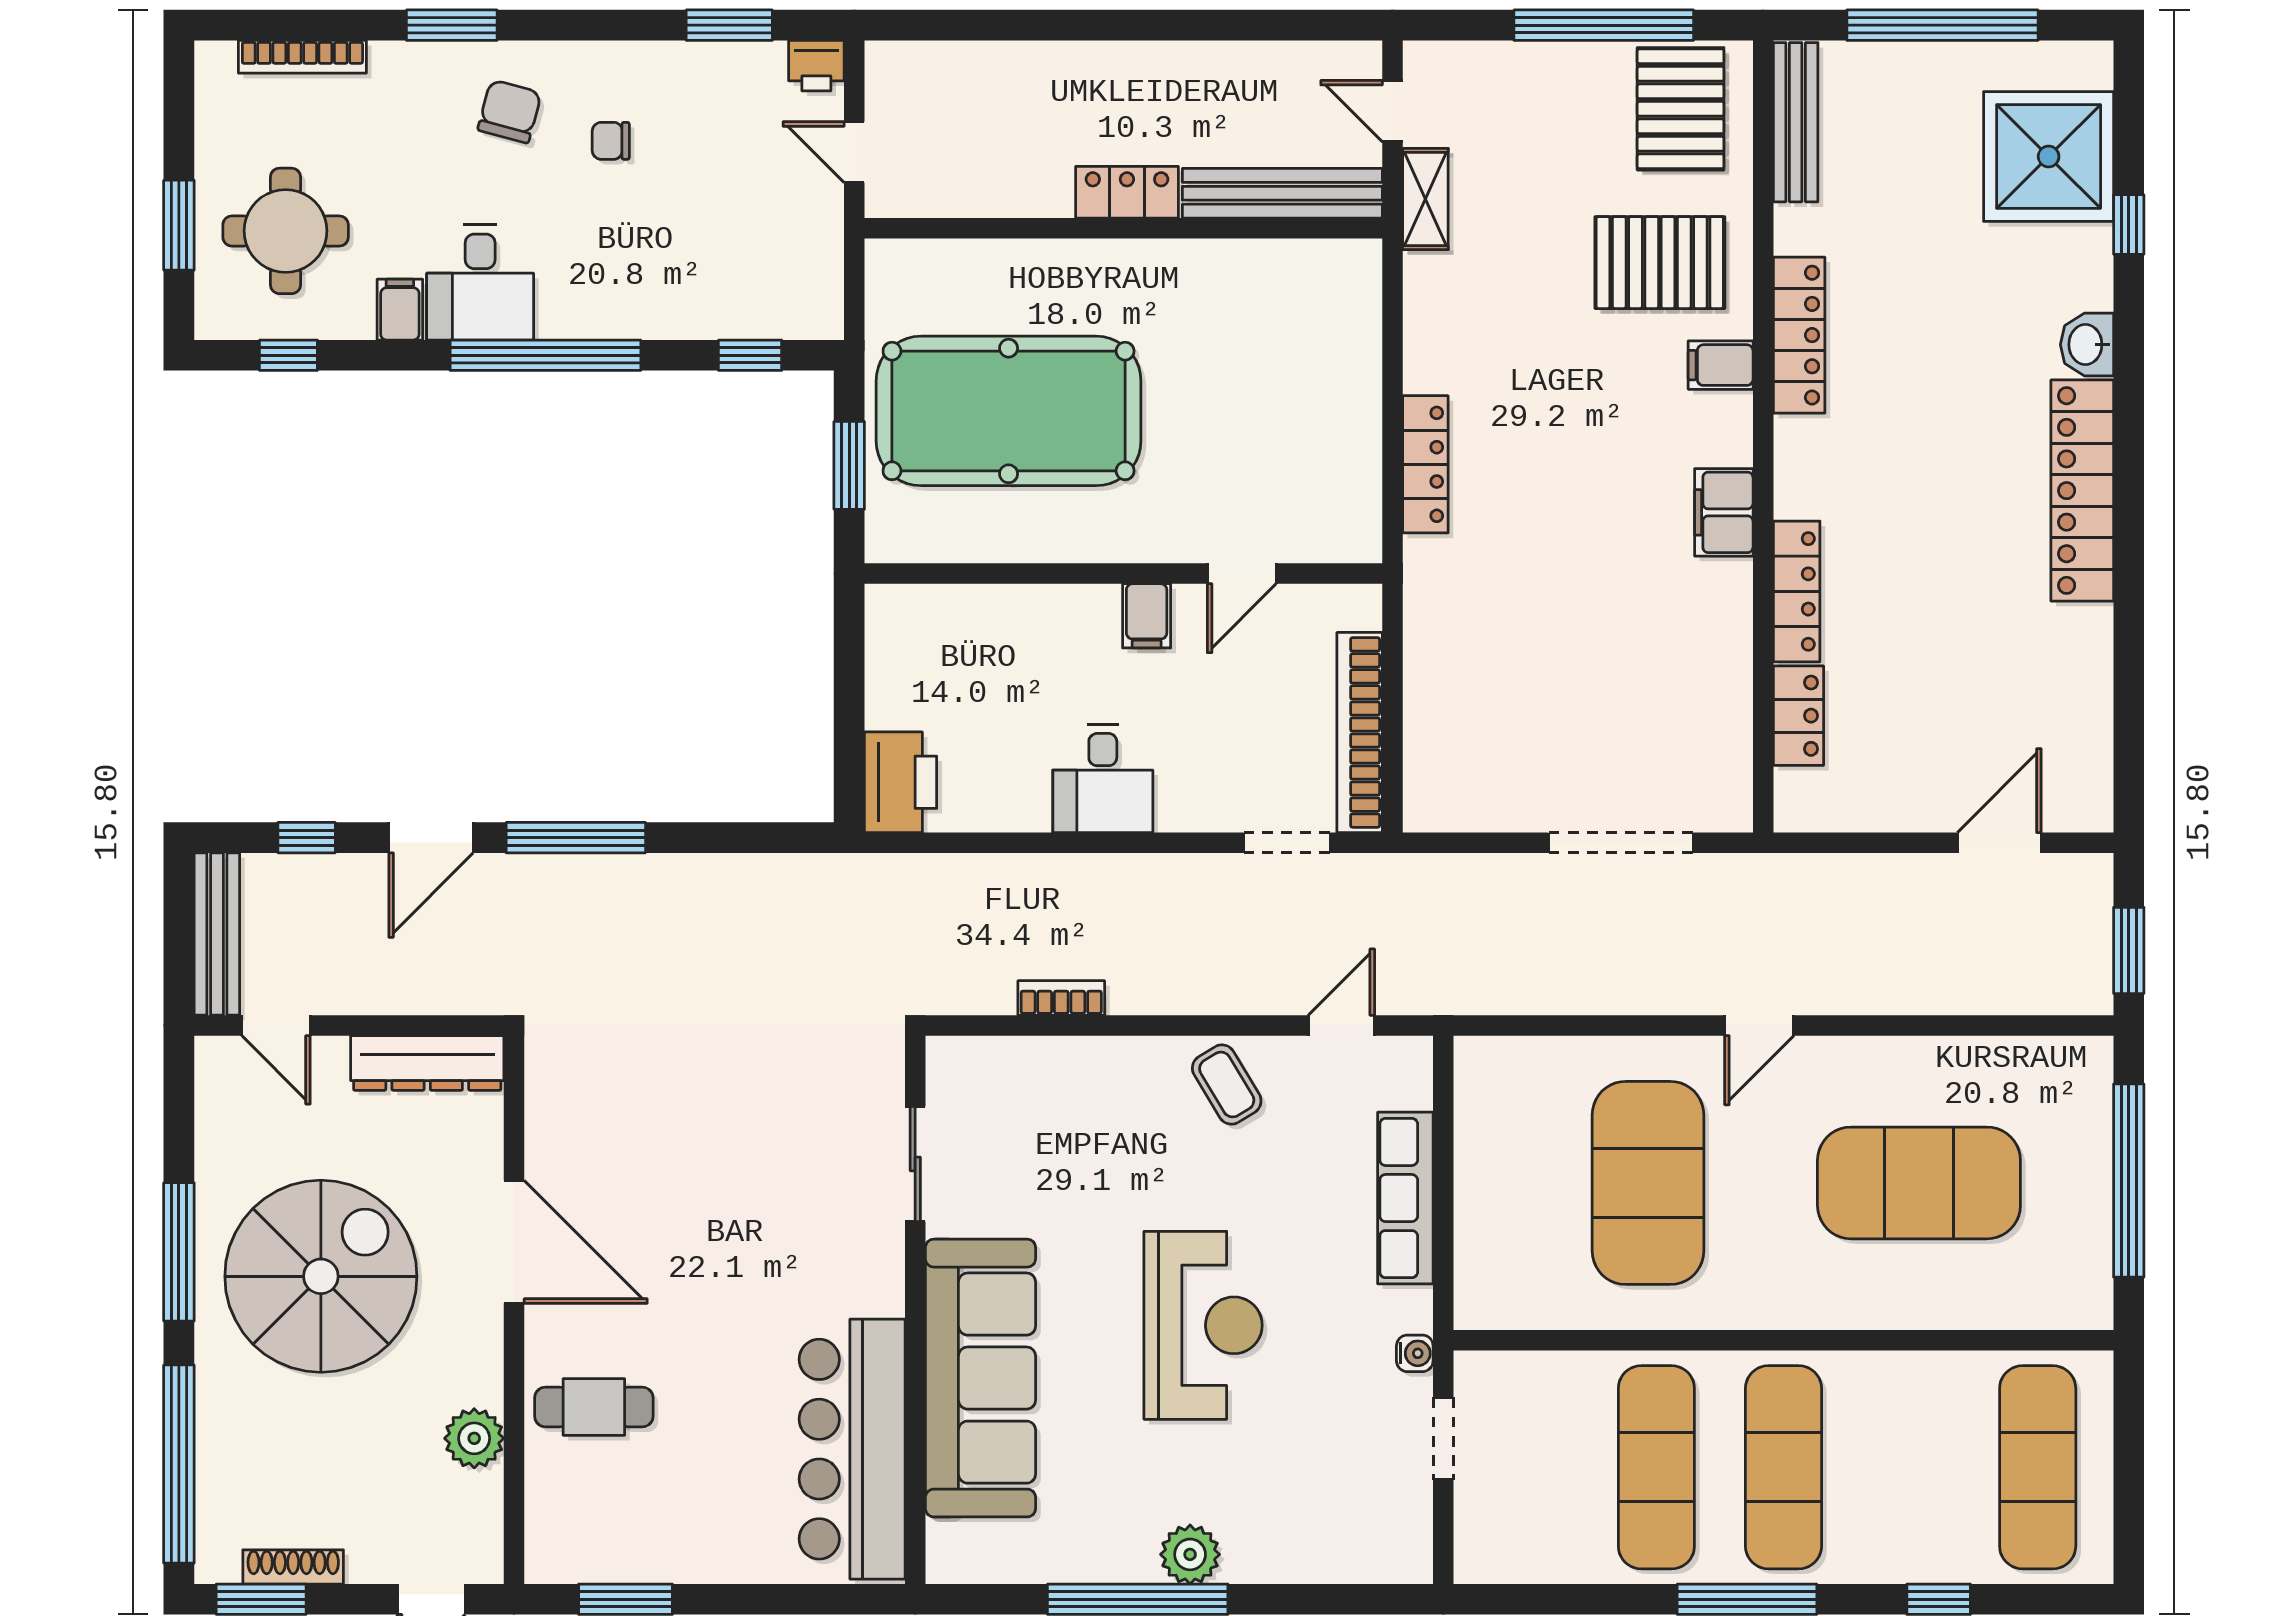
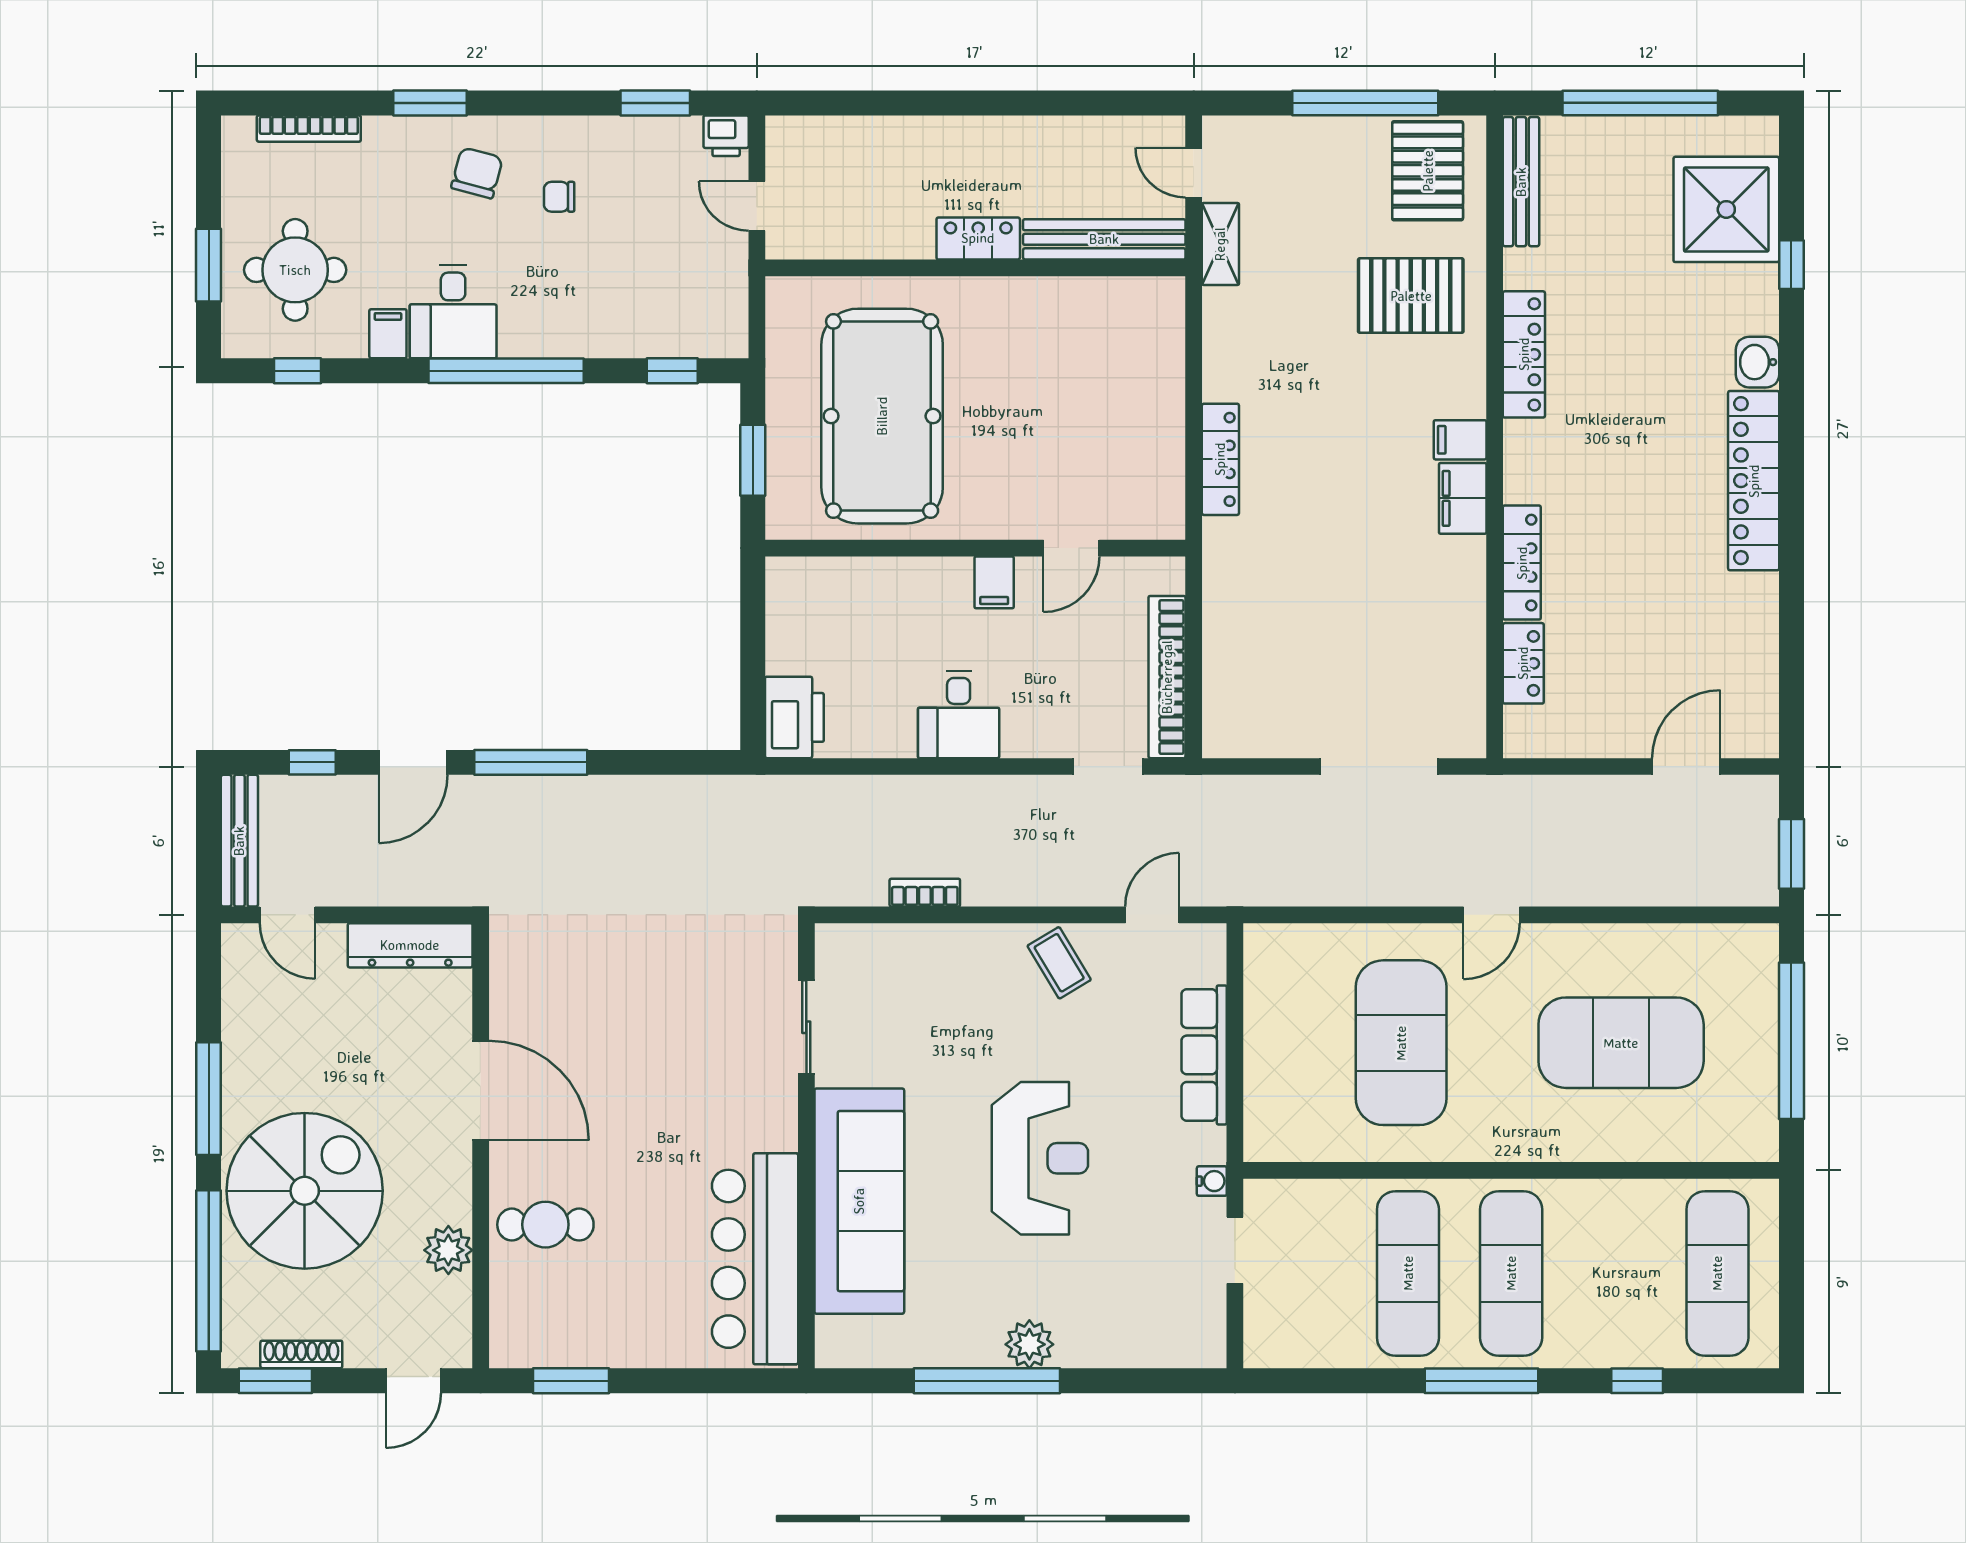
filing cabinet: (1721, 365) -> (1460, 440), moved
pool table: (1009, 411) -> (882, 416), turned 90
spiral stairs: (321, 1276) -> (305, 1191), moved

